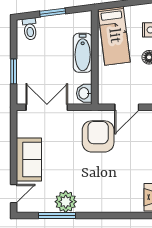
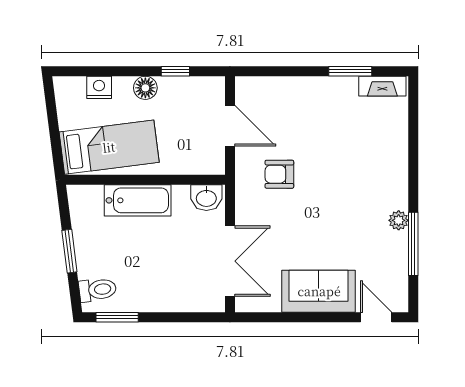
window: (14, 71) -> (117, 317), moved
double door: (47, 107) -> (230, 261), swing flipped
armchair: (98, 136) -> (279, 174), width x0.53, depth x0.53
plant: (66, 202) -> (399, 220), width x0.53, depth x0.53

